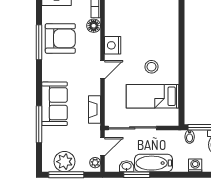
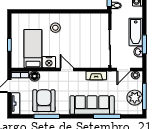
stool: (152, 67) -> (55, 28), moved
bed: (152, 96) -> (33, 49), moved, turned 180
sofa: (54, 104) -> (92, 105), width x1.36
door: (103, 147) -> (124, 70), swing flipped

